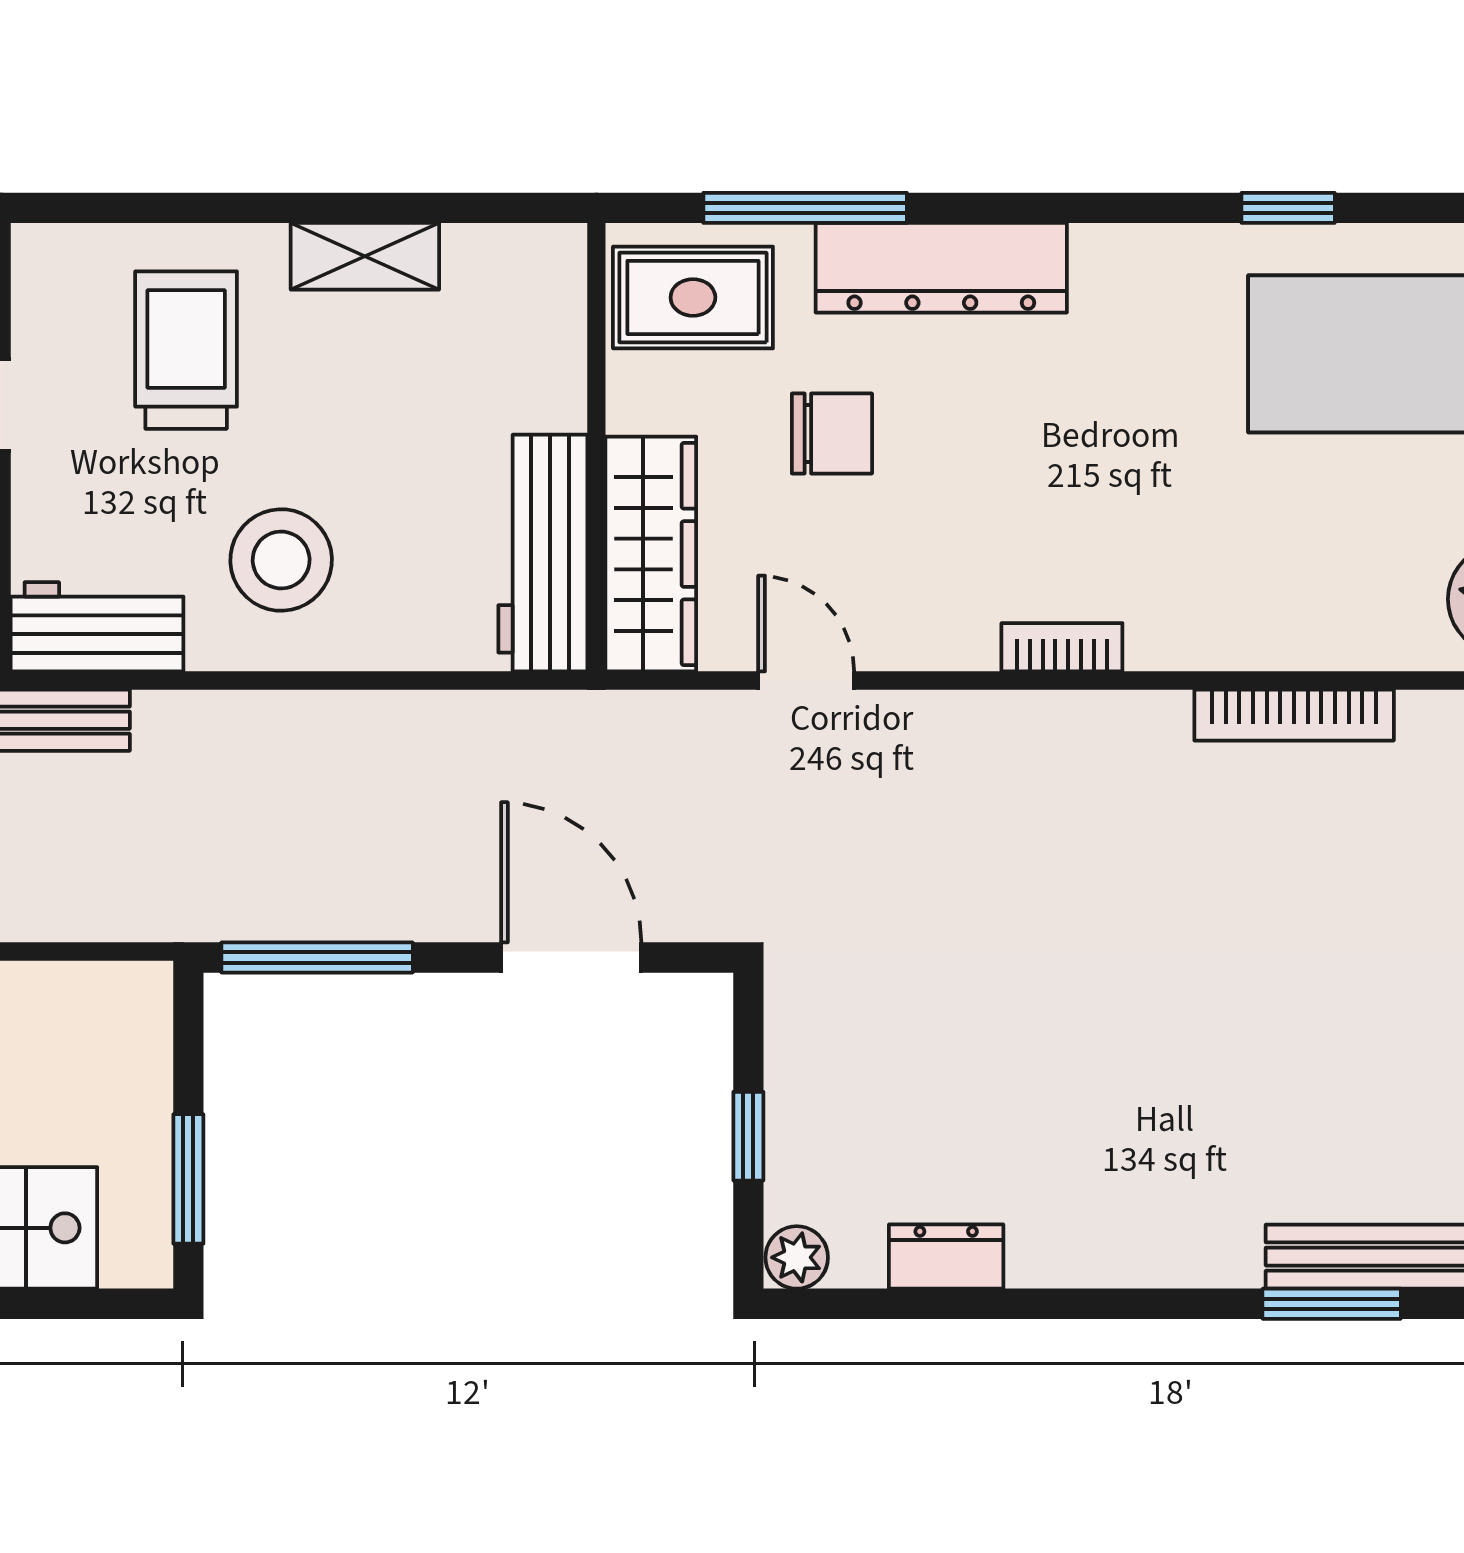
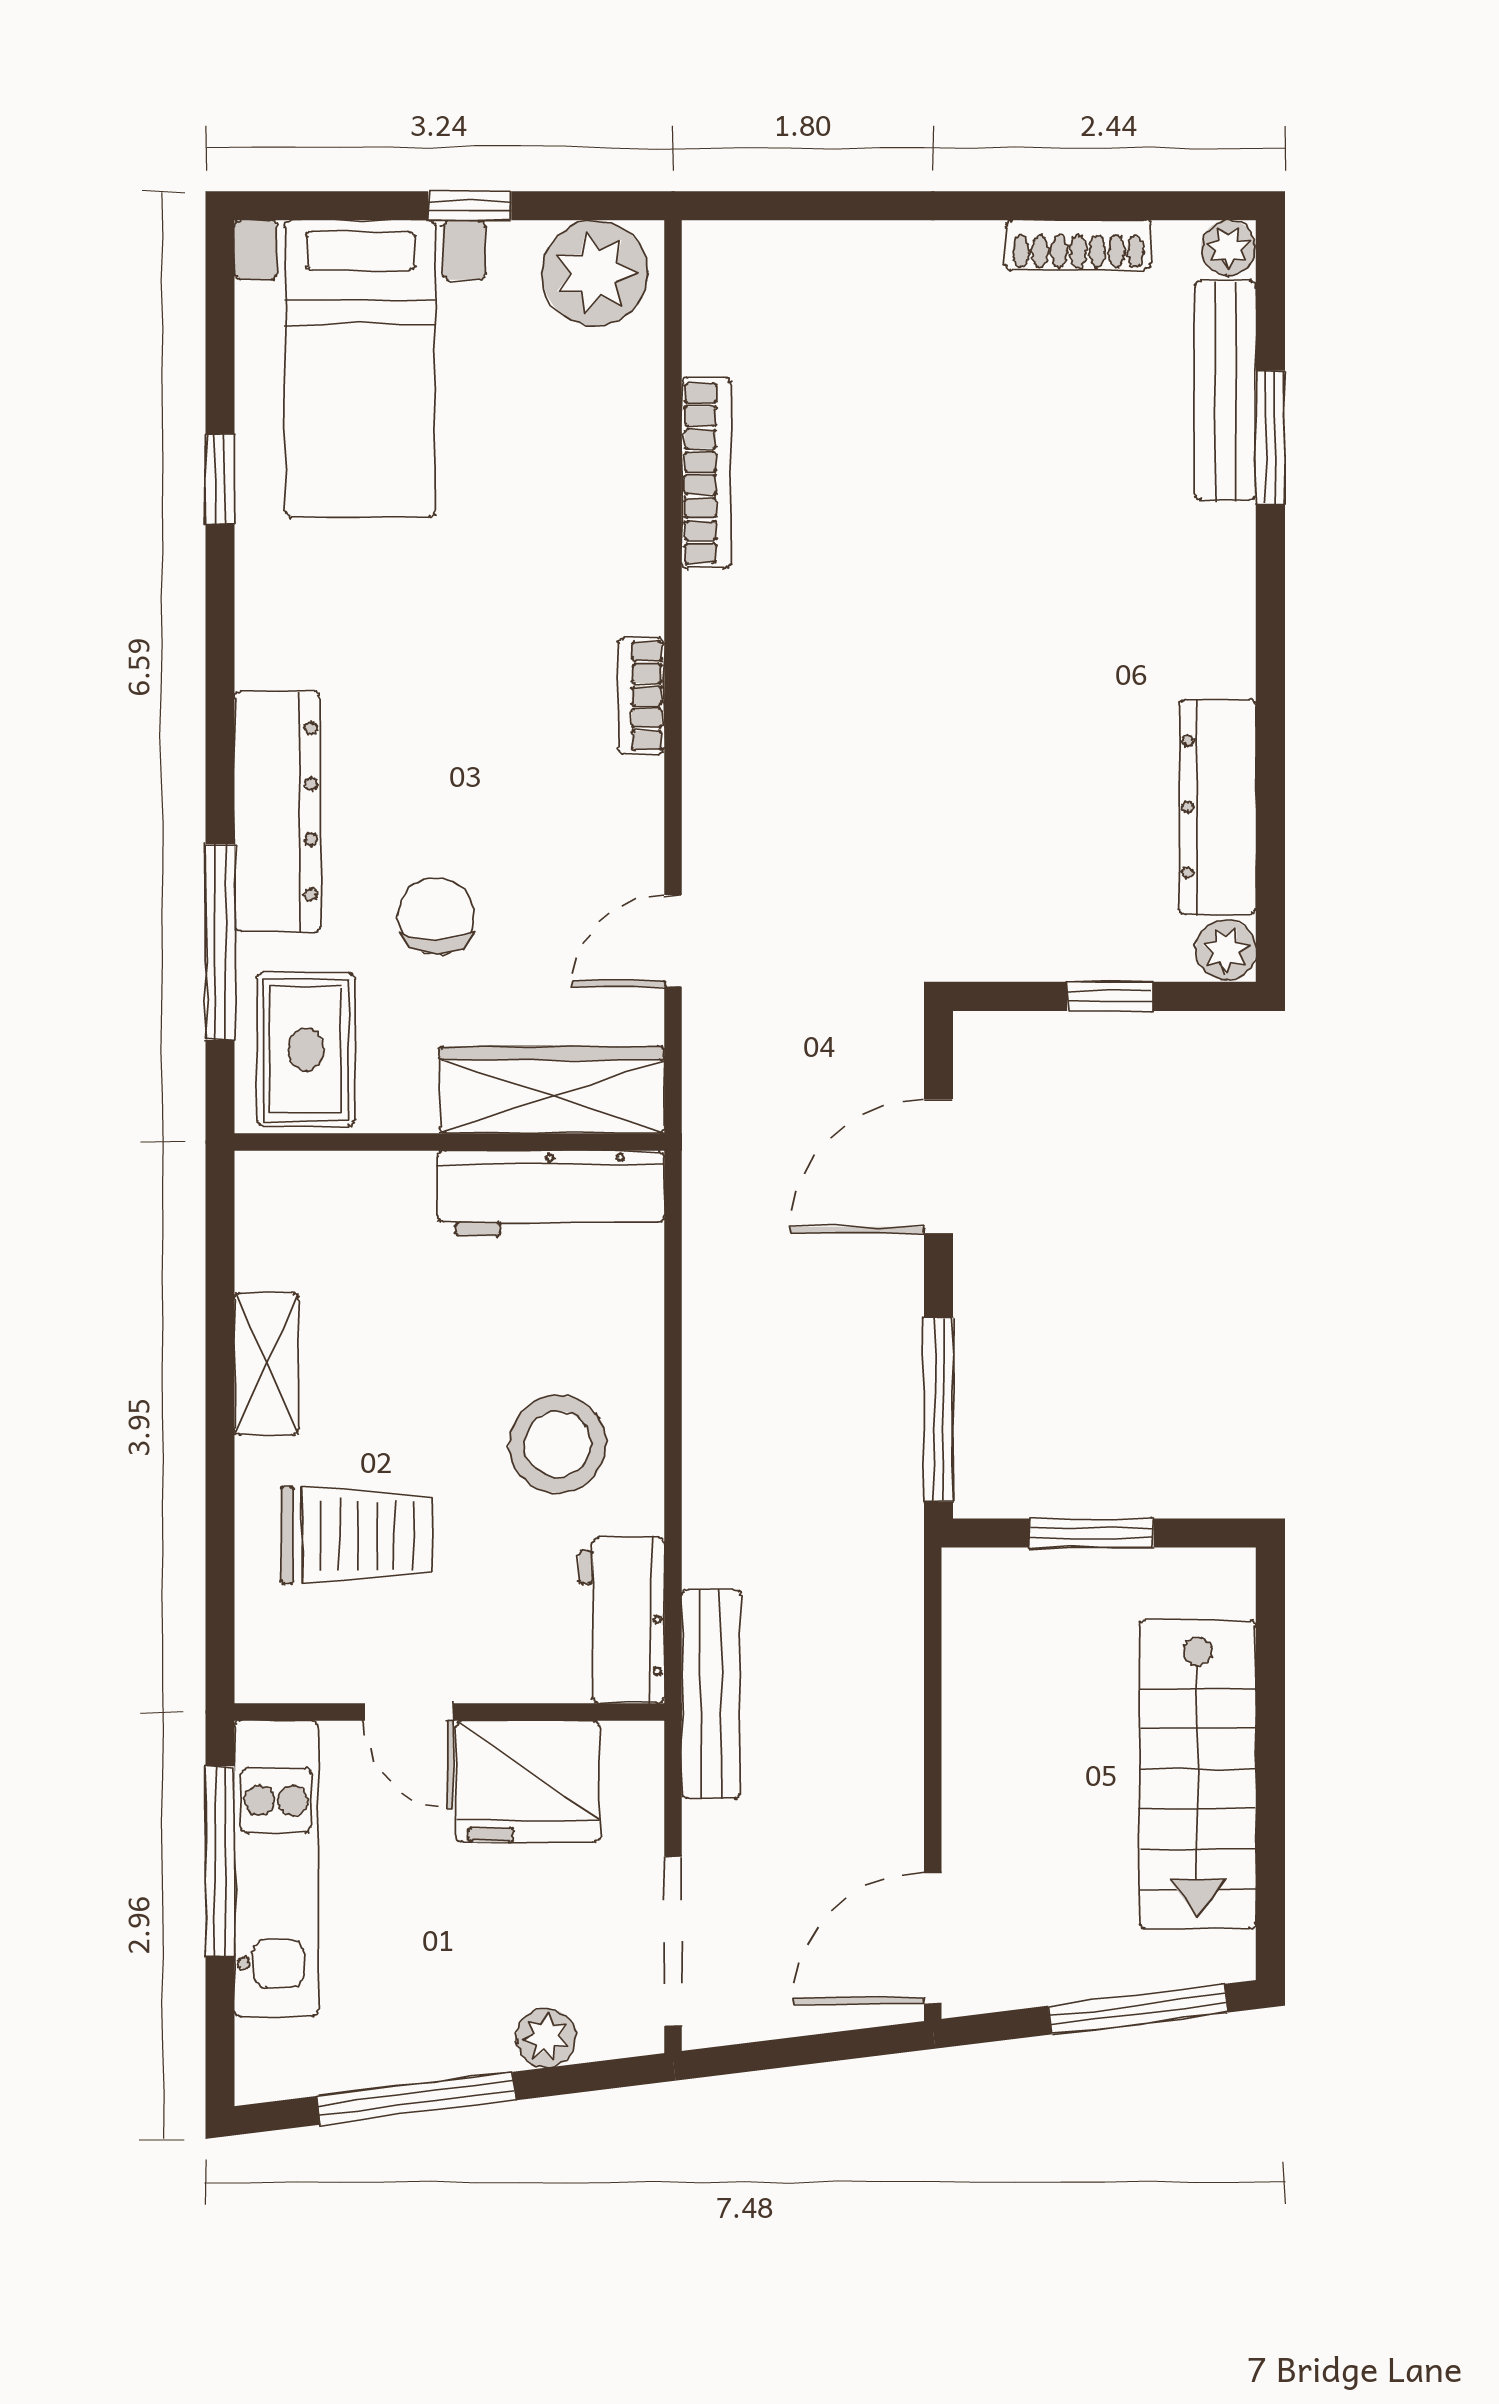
trolley: (186, 350) -> (356, 1535), turned 180
window: (188, 1179) -> (1091, 1533), moved
dresser: (946, 1257) -> (1218, 807), width x1.96, depth x1.24

